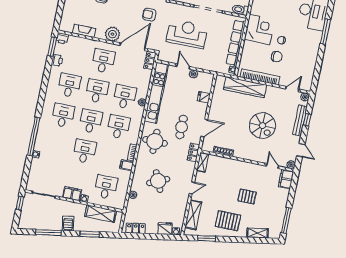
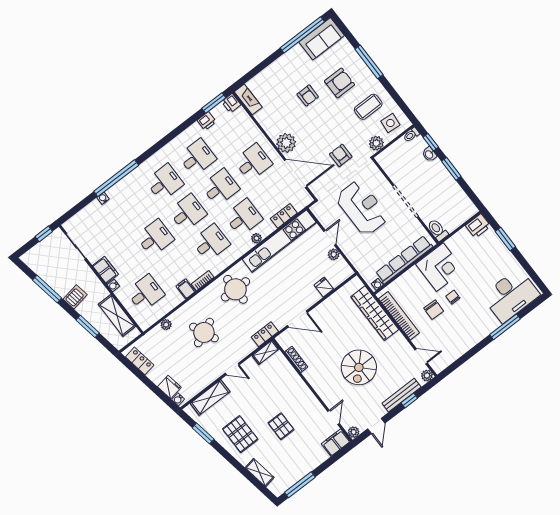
fireplace: (84, 31) -> (248, 99), moved
locker: (150, 61) -> (284, 216), moved
cafe table: (182, 127) -> (275, 298), removed

